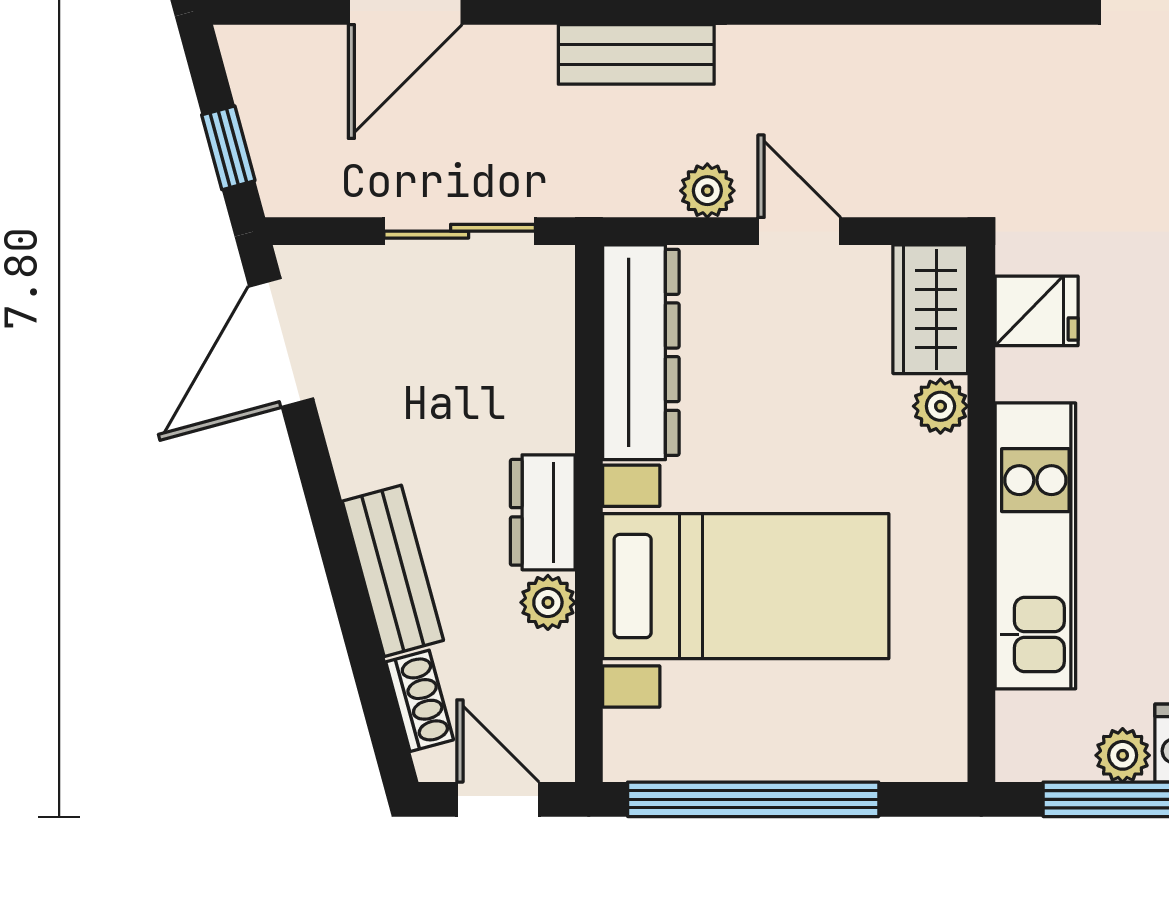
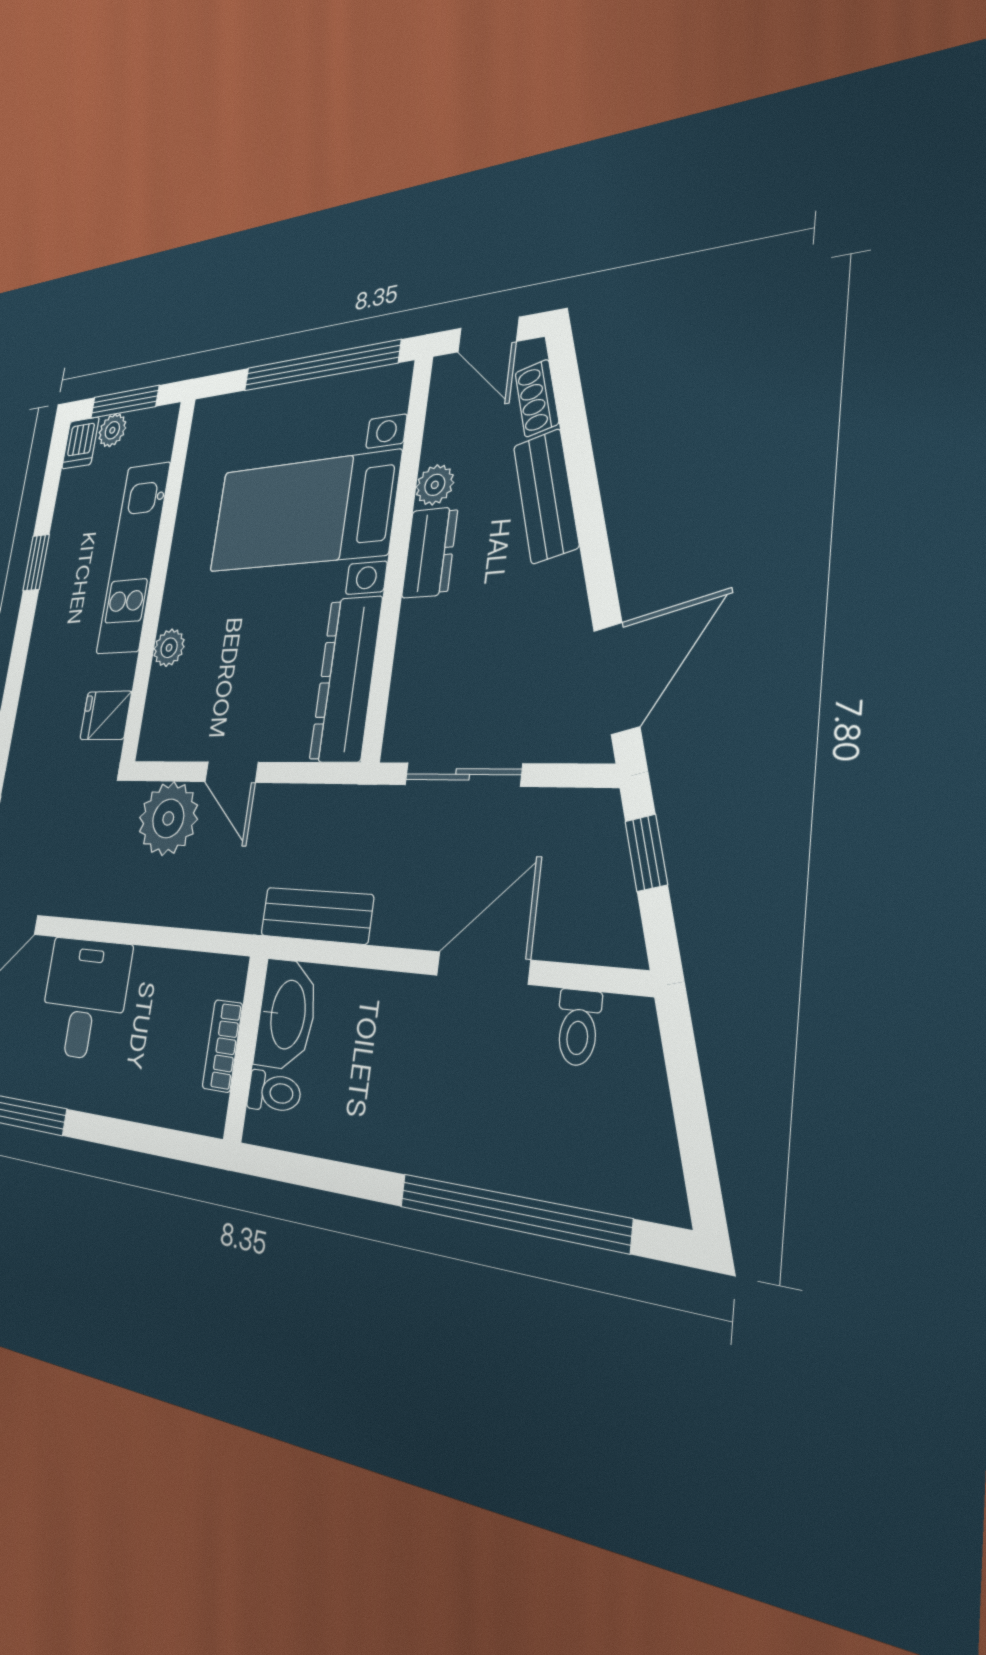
plant: (707, 191) -> (168, 818), moved, width x1.88, depth x1.88
wardrobe: (930, 309) -> (164, 715), removed

